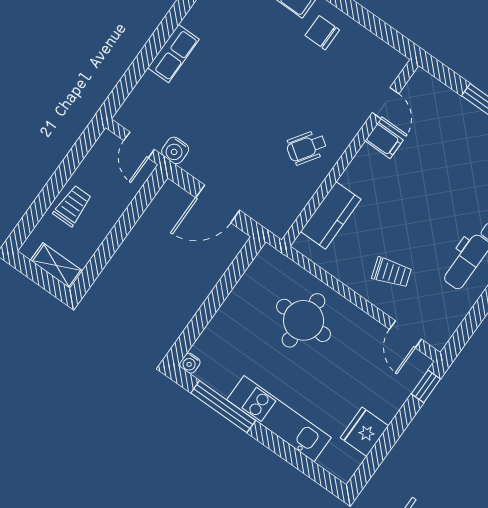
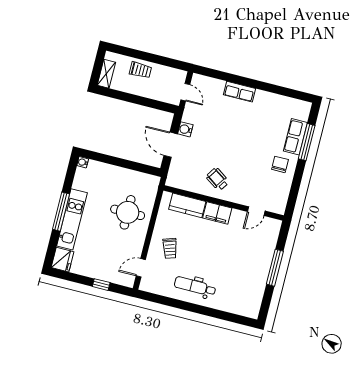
filing cabinet: (384, 140) -> (217, 213), moved, width x2.00
door: (139, 145) -> (185, 92), swing flipped
water cooler: (175, 150) -> (185, 129), moved
window: (426, 386) -> (101, 285), moved
window: (223, 407) -> (61, 212), moved
fridge: (364, 432) -> (62, 260), moved, turned 90

